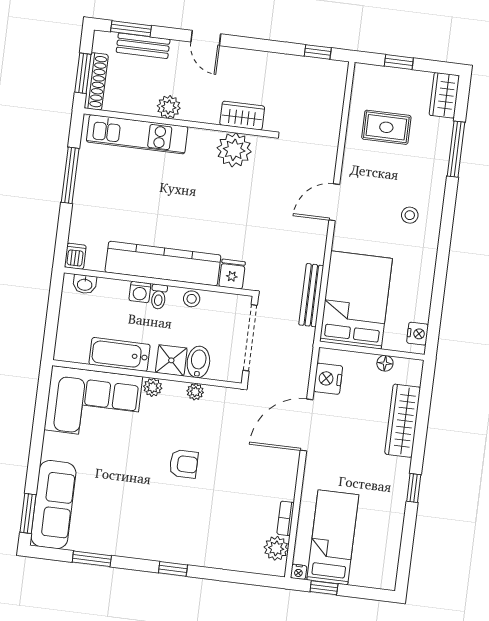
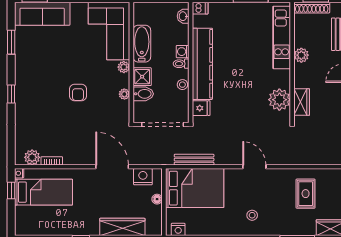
floor lamp: (385, 363) -> (157, 199), moved

